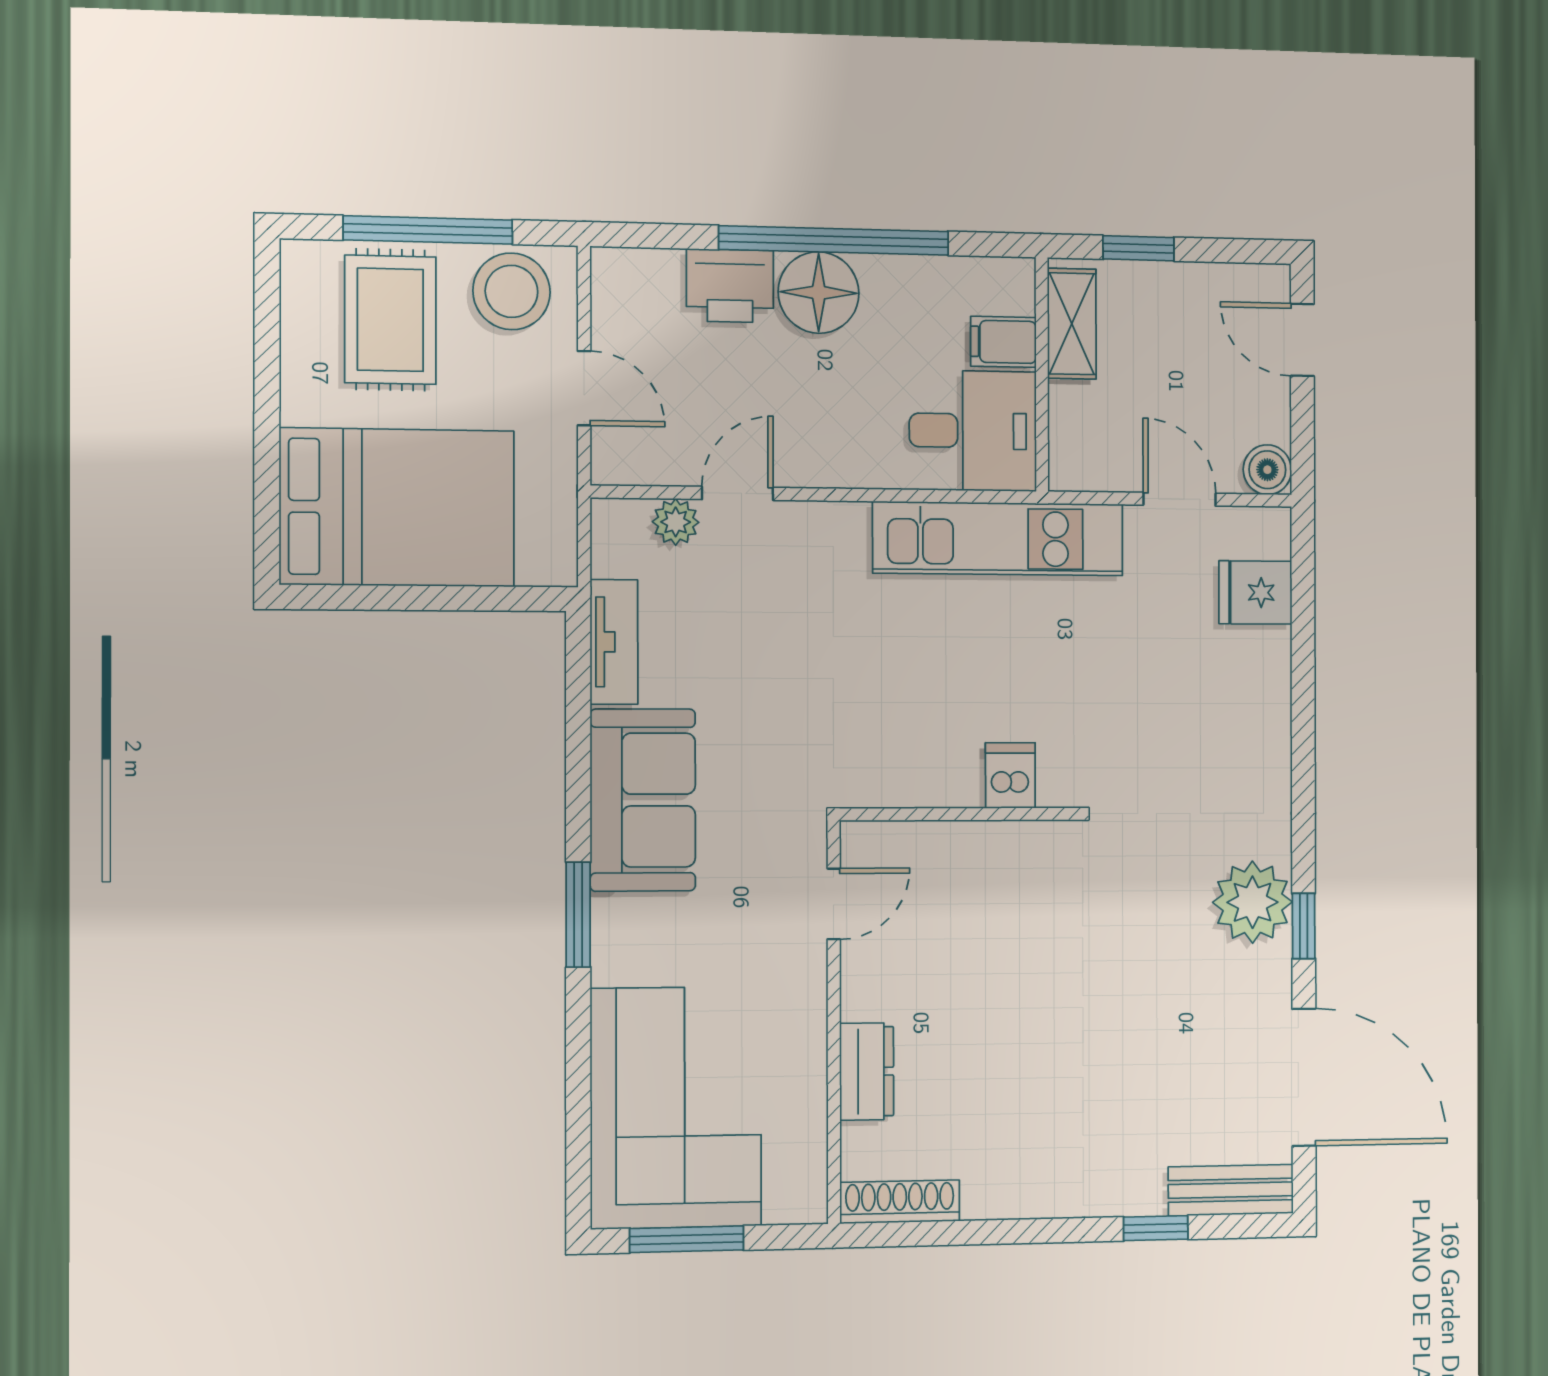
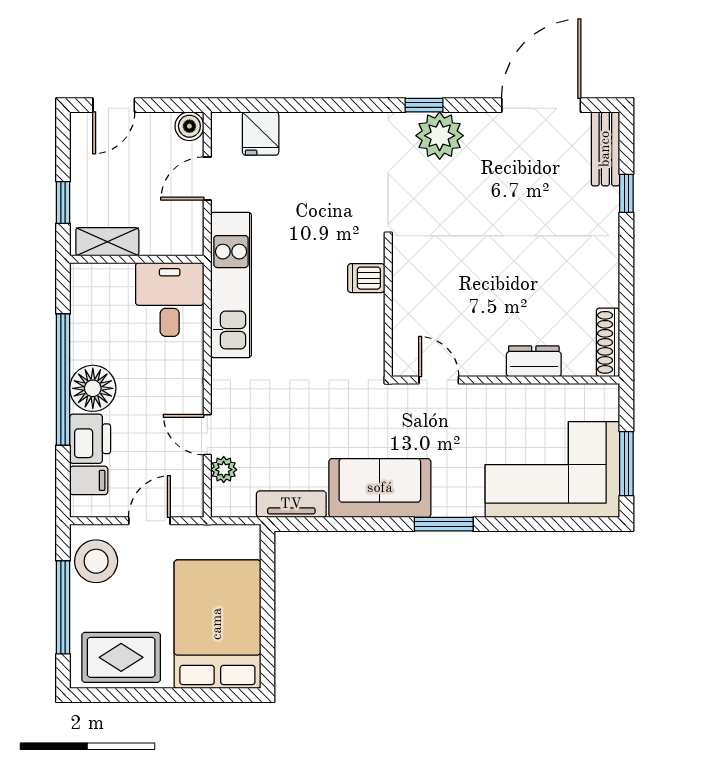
rug: (390, 320) -> (121, 657), moved
filing cabinet: (1003, 342) -> (89, 480), moved, turned -90
window: (1304, 926) -> (424, 105), moved

